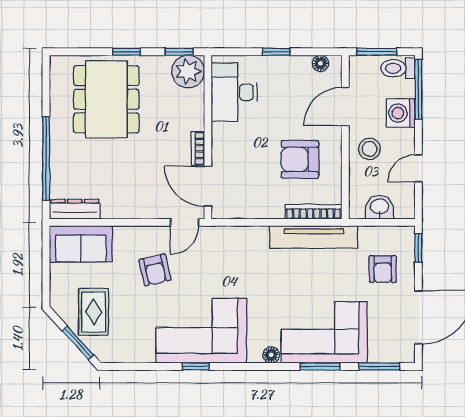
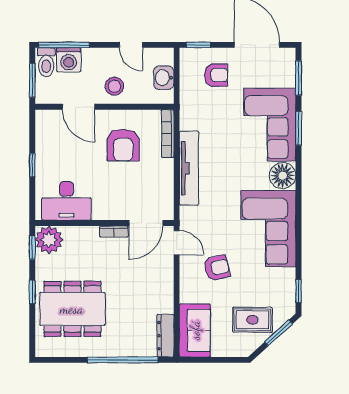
floor lamp: (321, 63) -> (42, 128), removed
washing machine: (401, 113) -> (69, 60), moved
tv unit: (314, 237) -> (189, 168), moved
floor lamp: (271, 355) -> (283, 176), width x1.89, depth x1.89
window: (196, 366) -> (299, 291), moved

